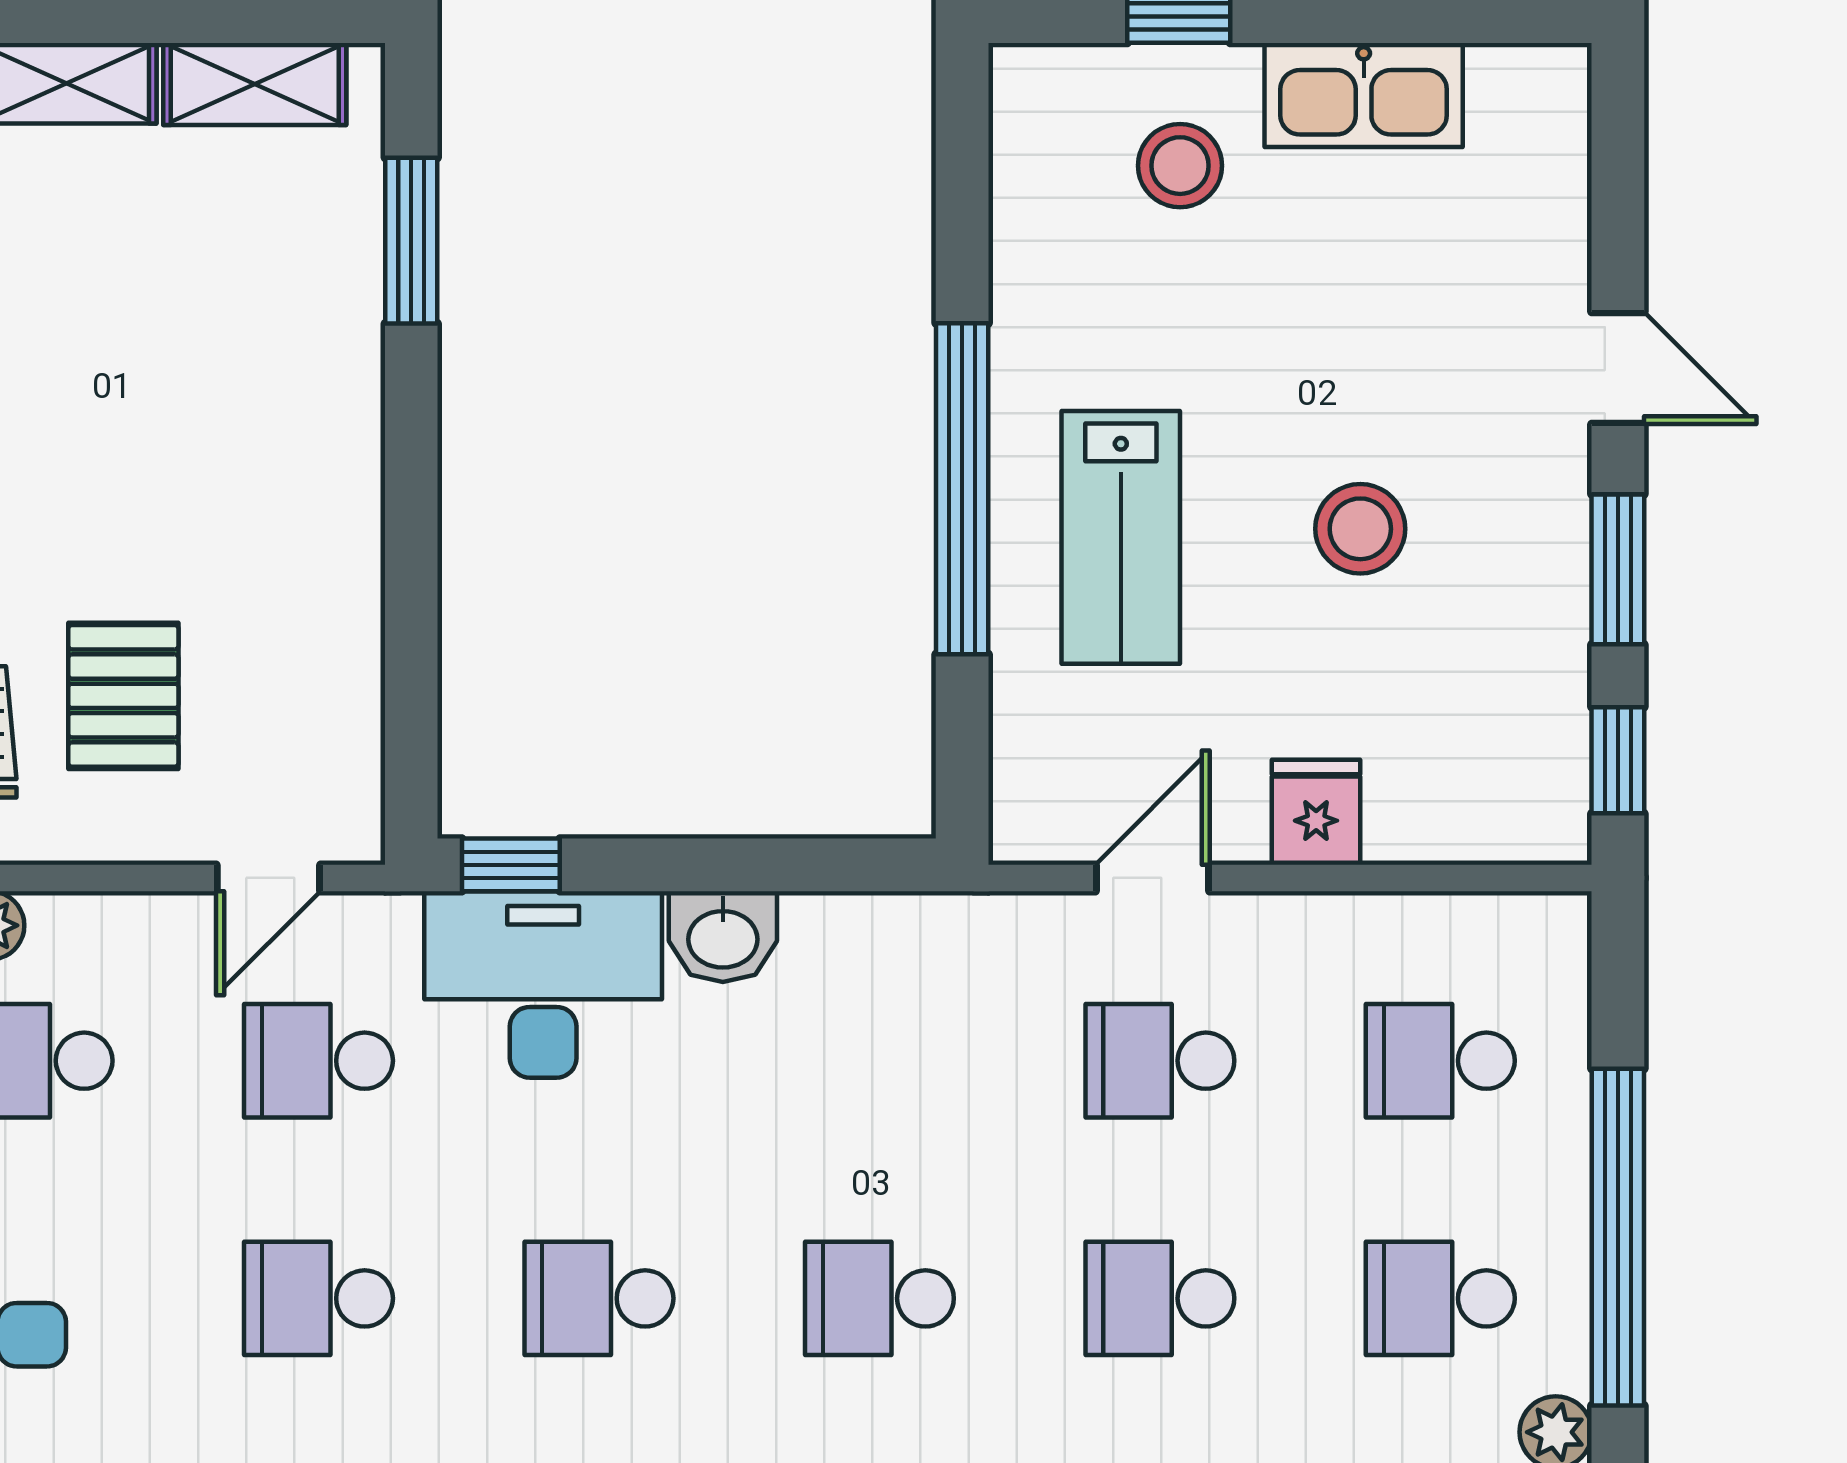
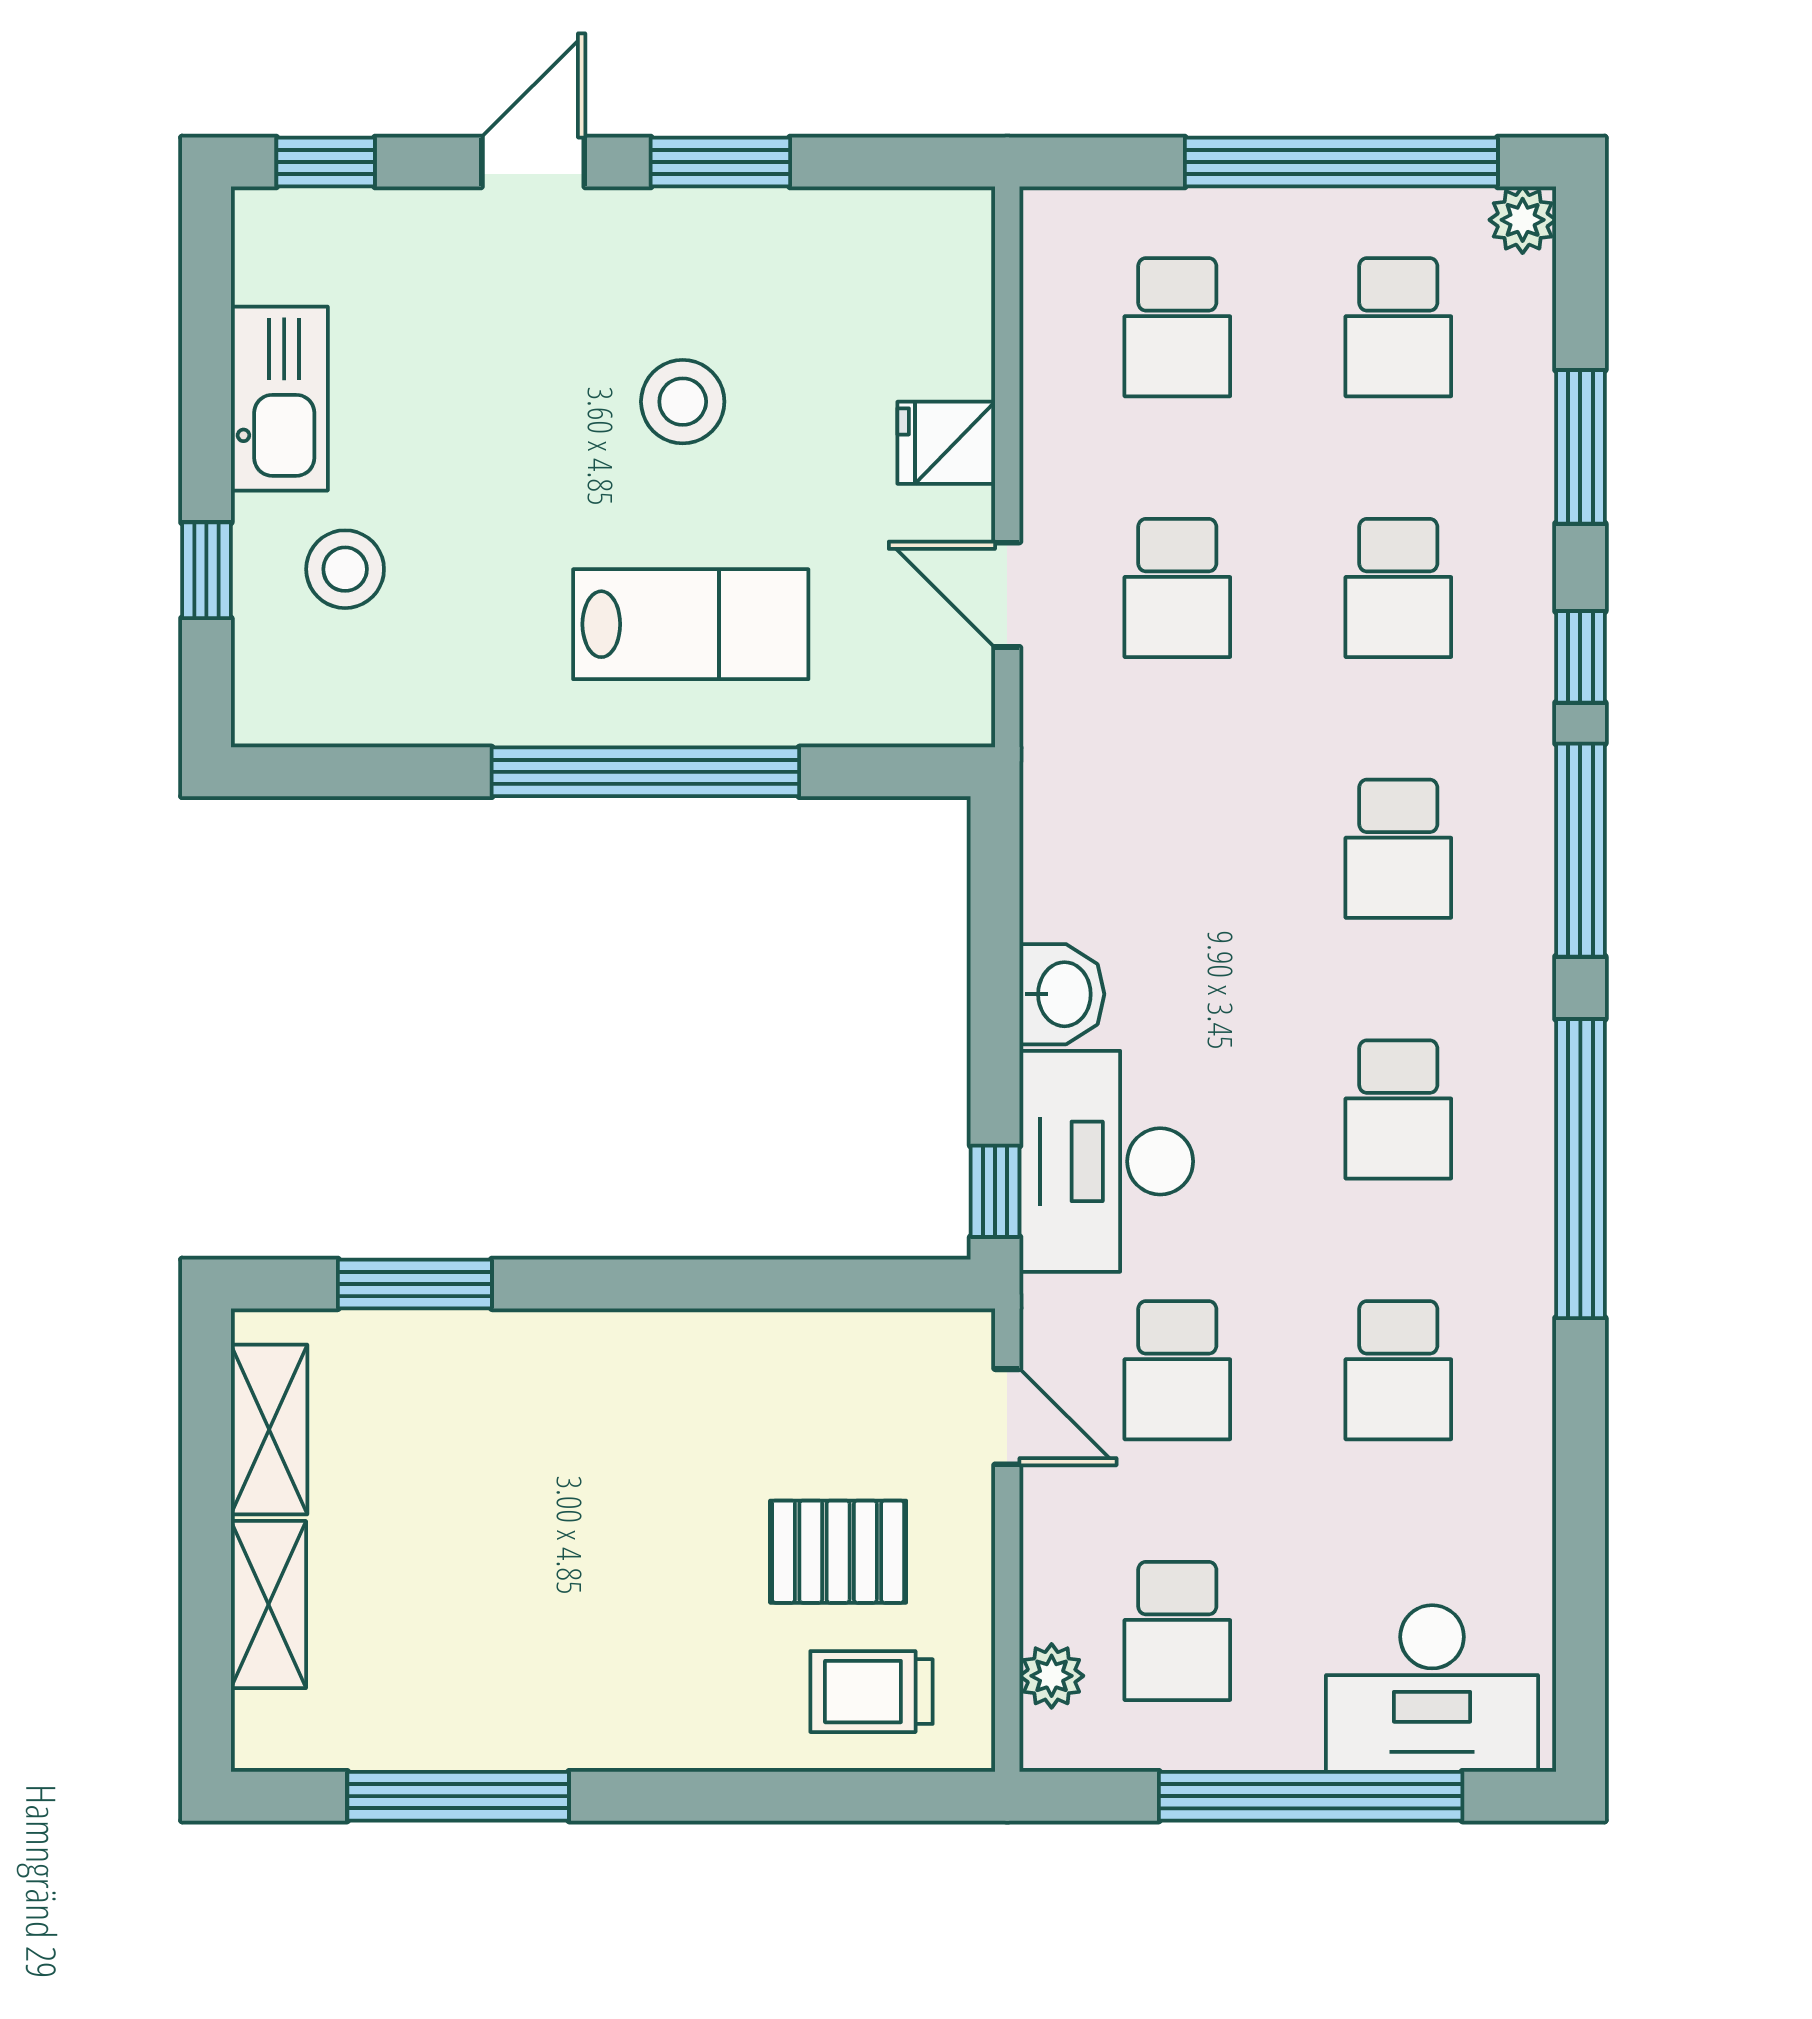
window: (1618, 760) -> (326, 162), moved

